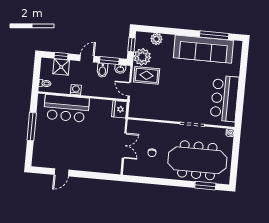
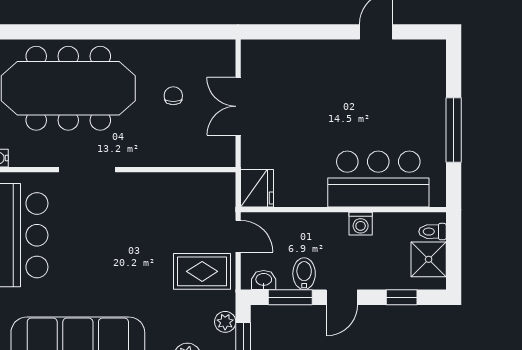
plant: (142, 57) -> (225, 322), width x0.53, depth x0.53
shower: (61, 67) -> (429, 259), moved
window: (205, 186) -> (45, 32), removed

